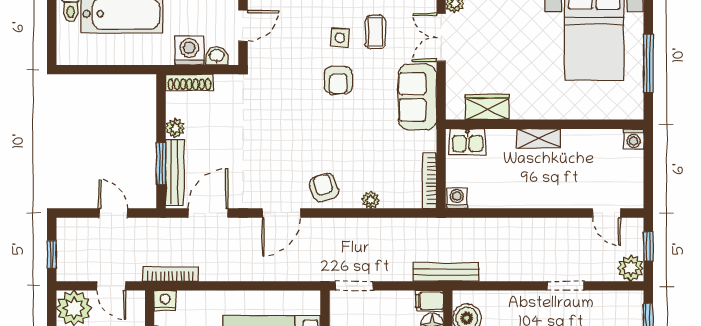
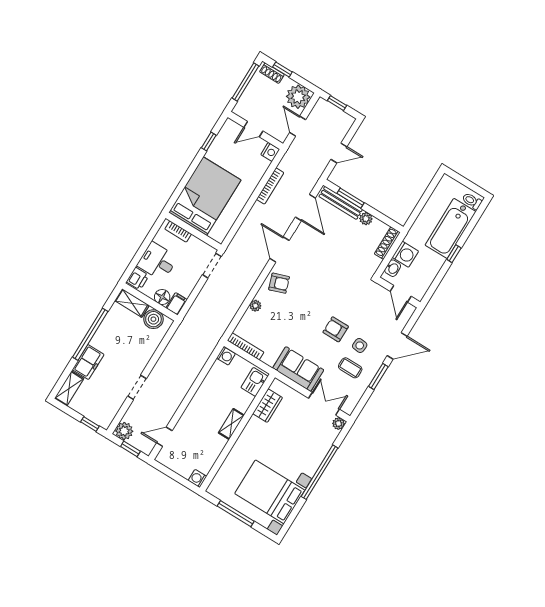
bench: (446, 272) -> (187, 323), removed
bookcase: (170, 274) -> (270, 186), moved
door: (111, 286) -> (298, 126), hinge flipped

